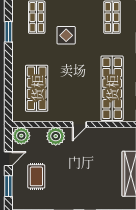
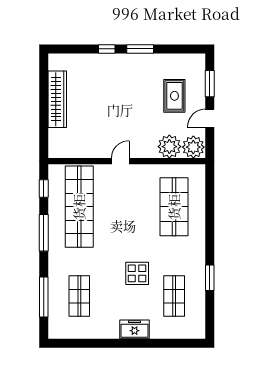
plant: (56, 136) -> (169, 147), moved

